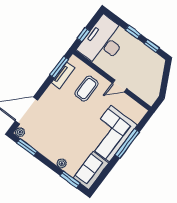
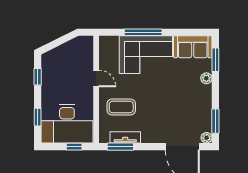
window: (133, 32) -> (38, 117), moved

